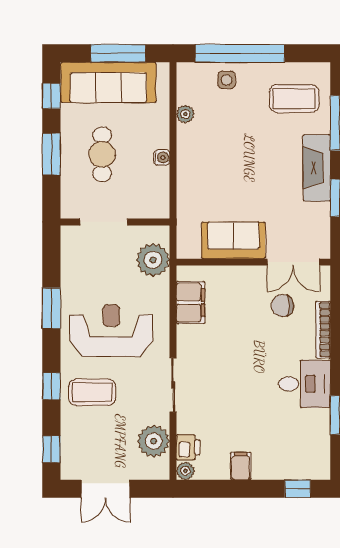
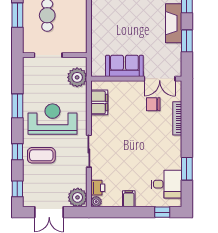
water cooler: (162, 157) -> (82, 17), removed
desk: (305, 384) -> (166, 184), moved
plant: (154, 441) -> (78, 197), moved

